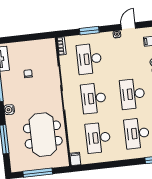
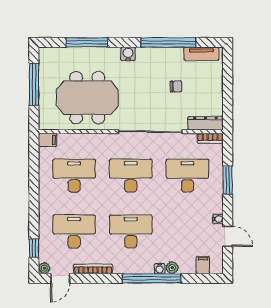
dresser: (51, 50) -> (205, 123), added

